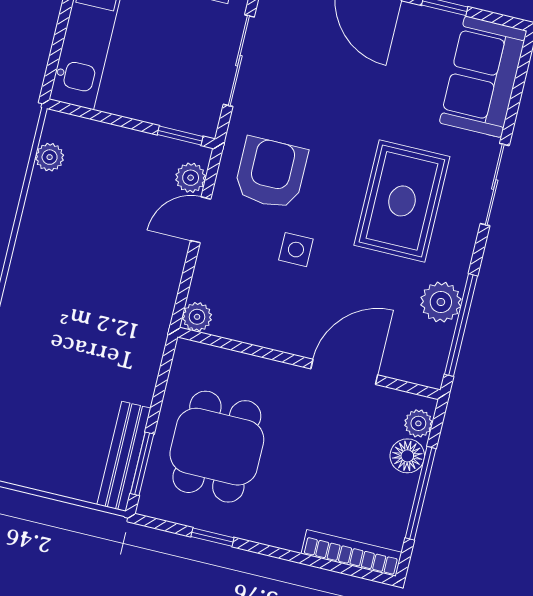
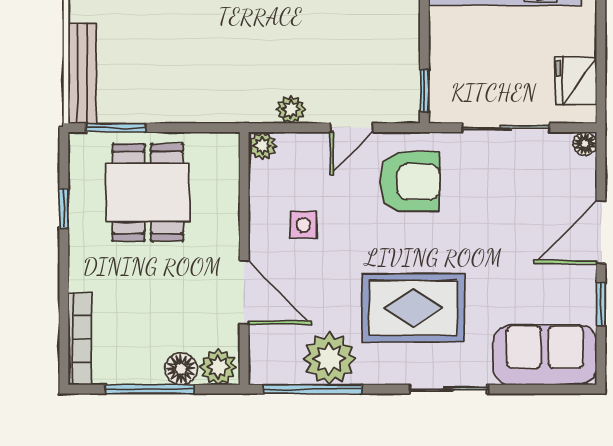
plant: (191, 178) -> (291, 109), moved
door: (201, 220) -> (352, 128), swing flipped
side table: (296, 250) -> (303, 225), moved
plant: (441, 302) -> (329, 359), width x1.36, depth x1.36
plant: (418, 423) -> (218, 367), width x1.38, depth x1.38
dining table: (217, 447) -> (148, 192), turned 90
bench: (124, 456) -> (82, 73), moved, turned 90

